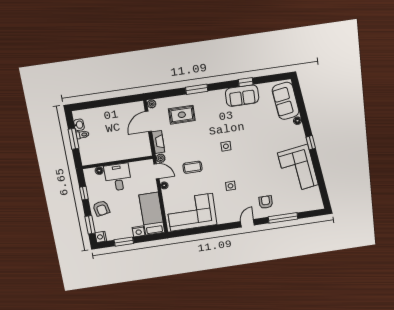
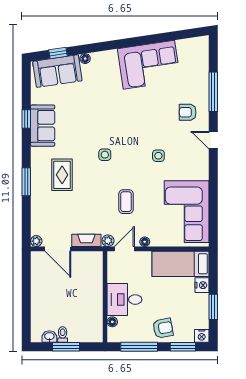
rug: (182, 115) -> (62, 175), moved
window: (311, 143) -> (58, 53), moved
window: (84, 193) -> (139, 347), width x2.17

